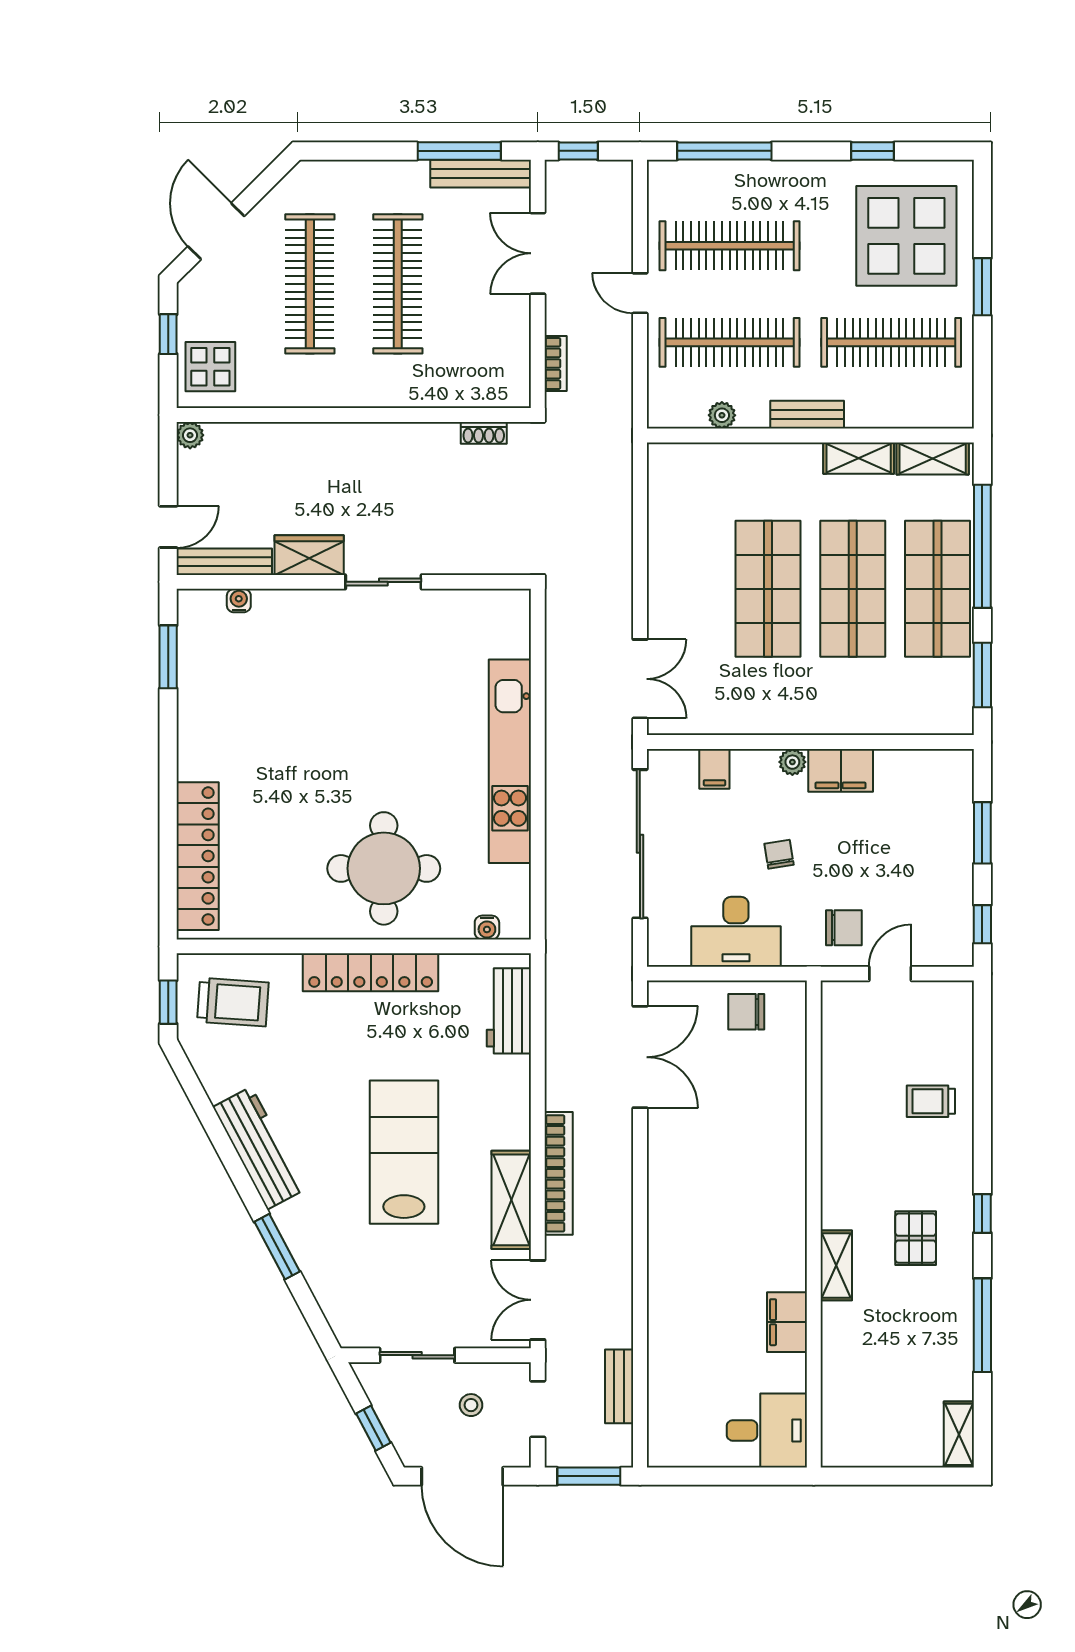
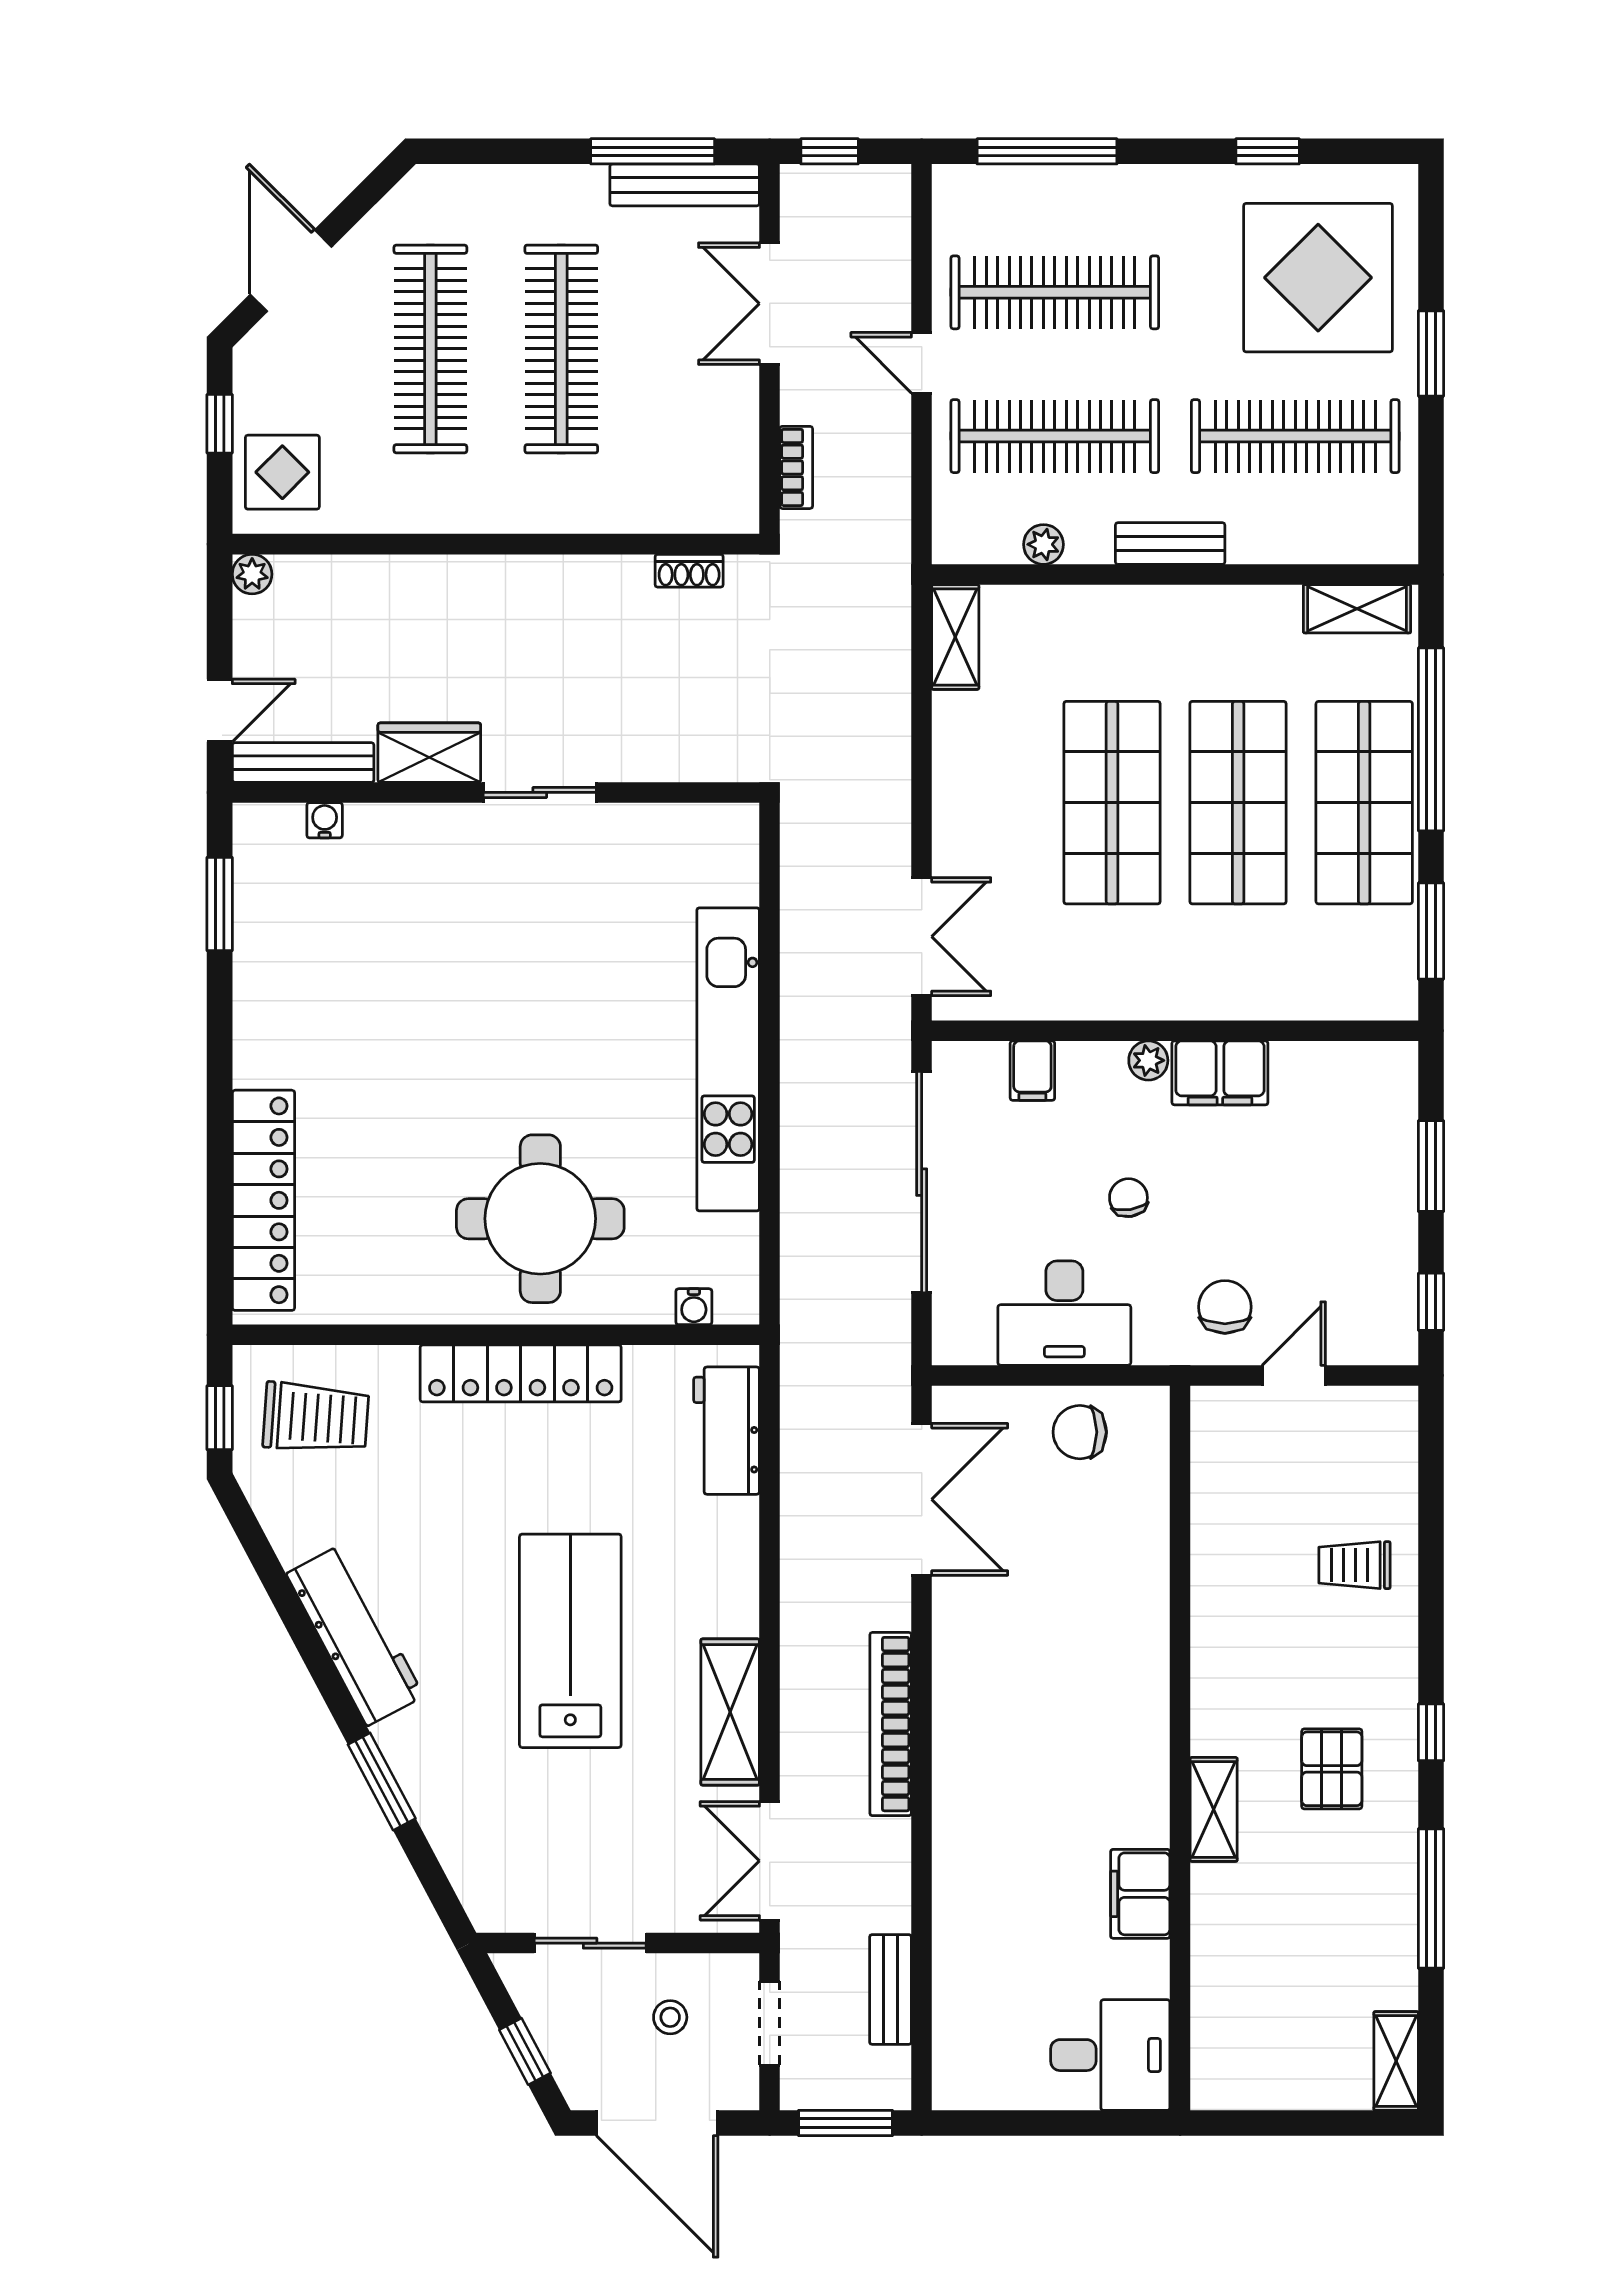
shelving: (859, 458) -> (955, 637), moved, turned 90
chair: (844, 928) -> (1225, 1307), turned -90
bookcase: (559, 1173) -> (891, 1724), moved, turned 180

